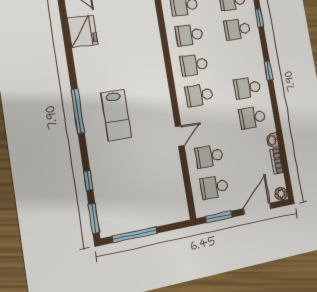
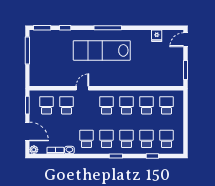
fridge: (83, 31) -> (157, 36), width x0.53, depth x0.75
school desk: (242, 58) -> (126, 139), added
lab bench: (116, 115) -> (102, 50), width x1.86, depth x1.39
door: (180, 136) -> (82, 88), swing flipped

